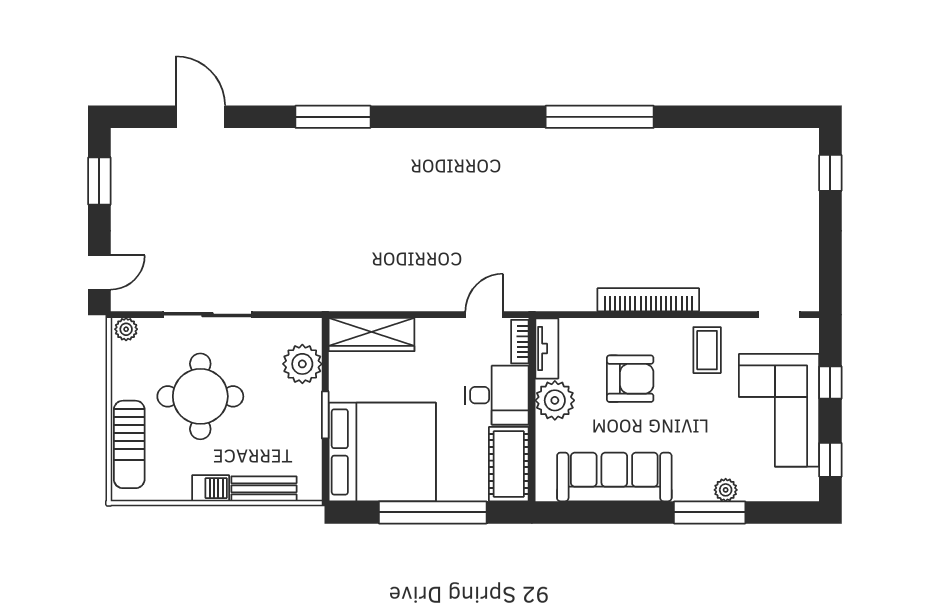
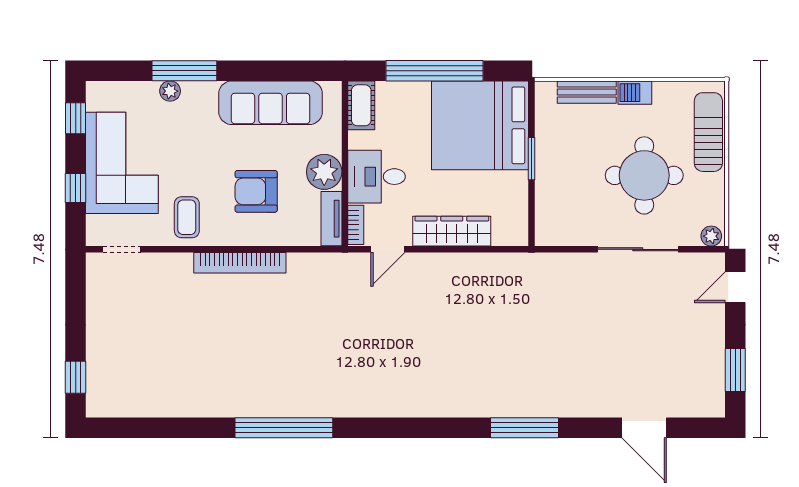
wardrobe: (372, 335) -> (452, 231), moved
plant: (302, 364) -> (552, 205), removed
cot: (509, 464) -> (361, 105), width x0.73, depth x0.75

